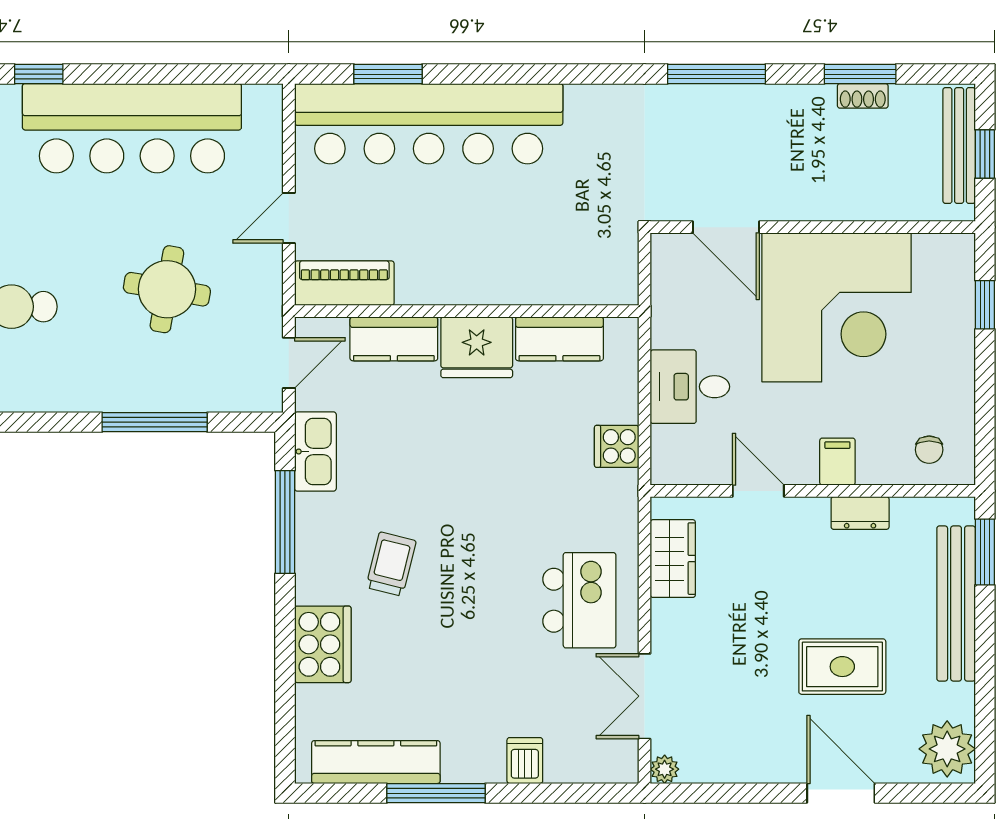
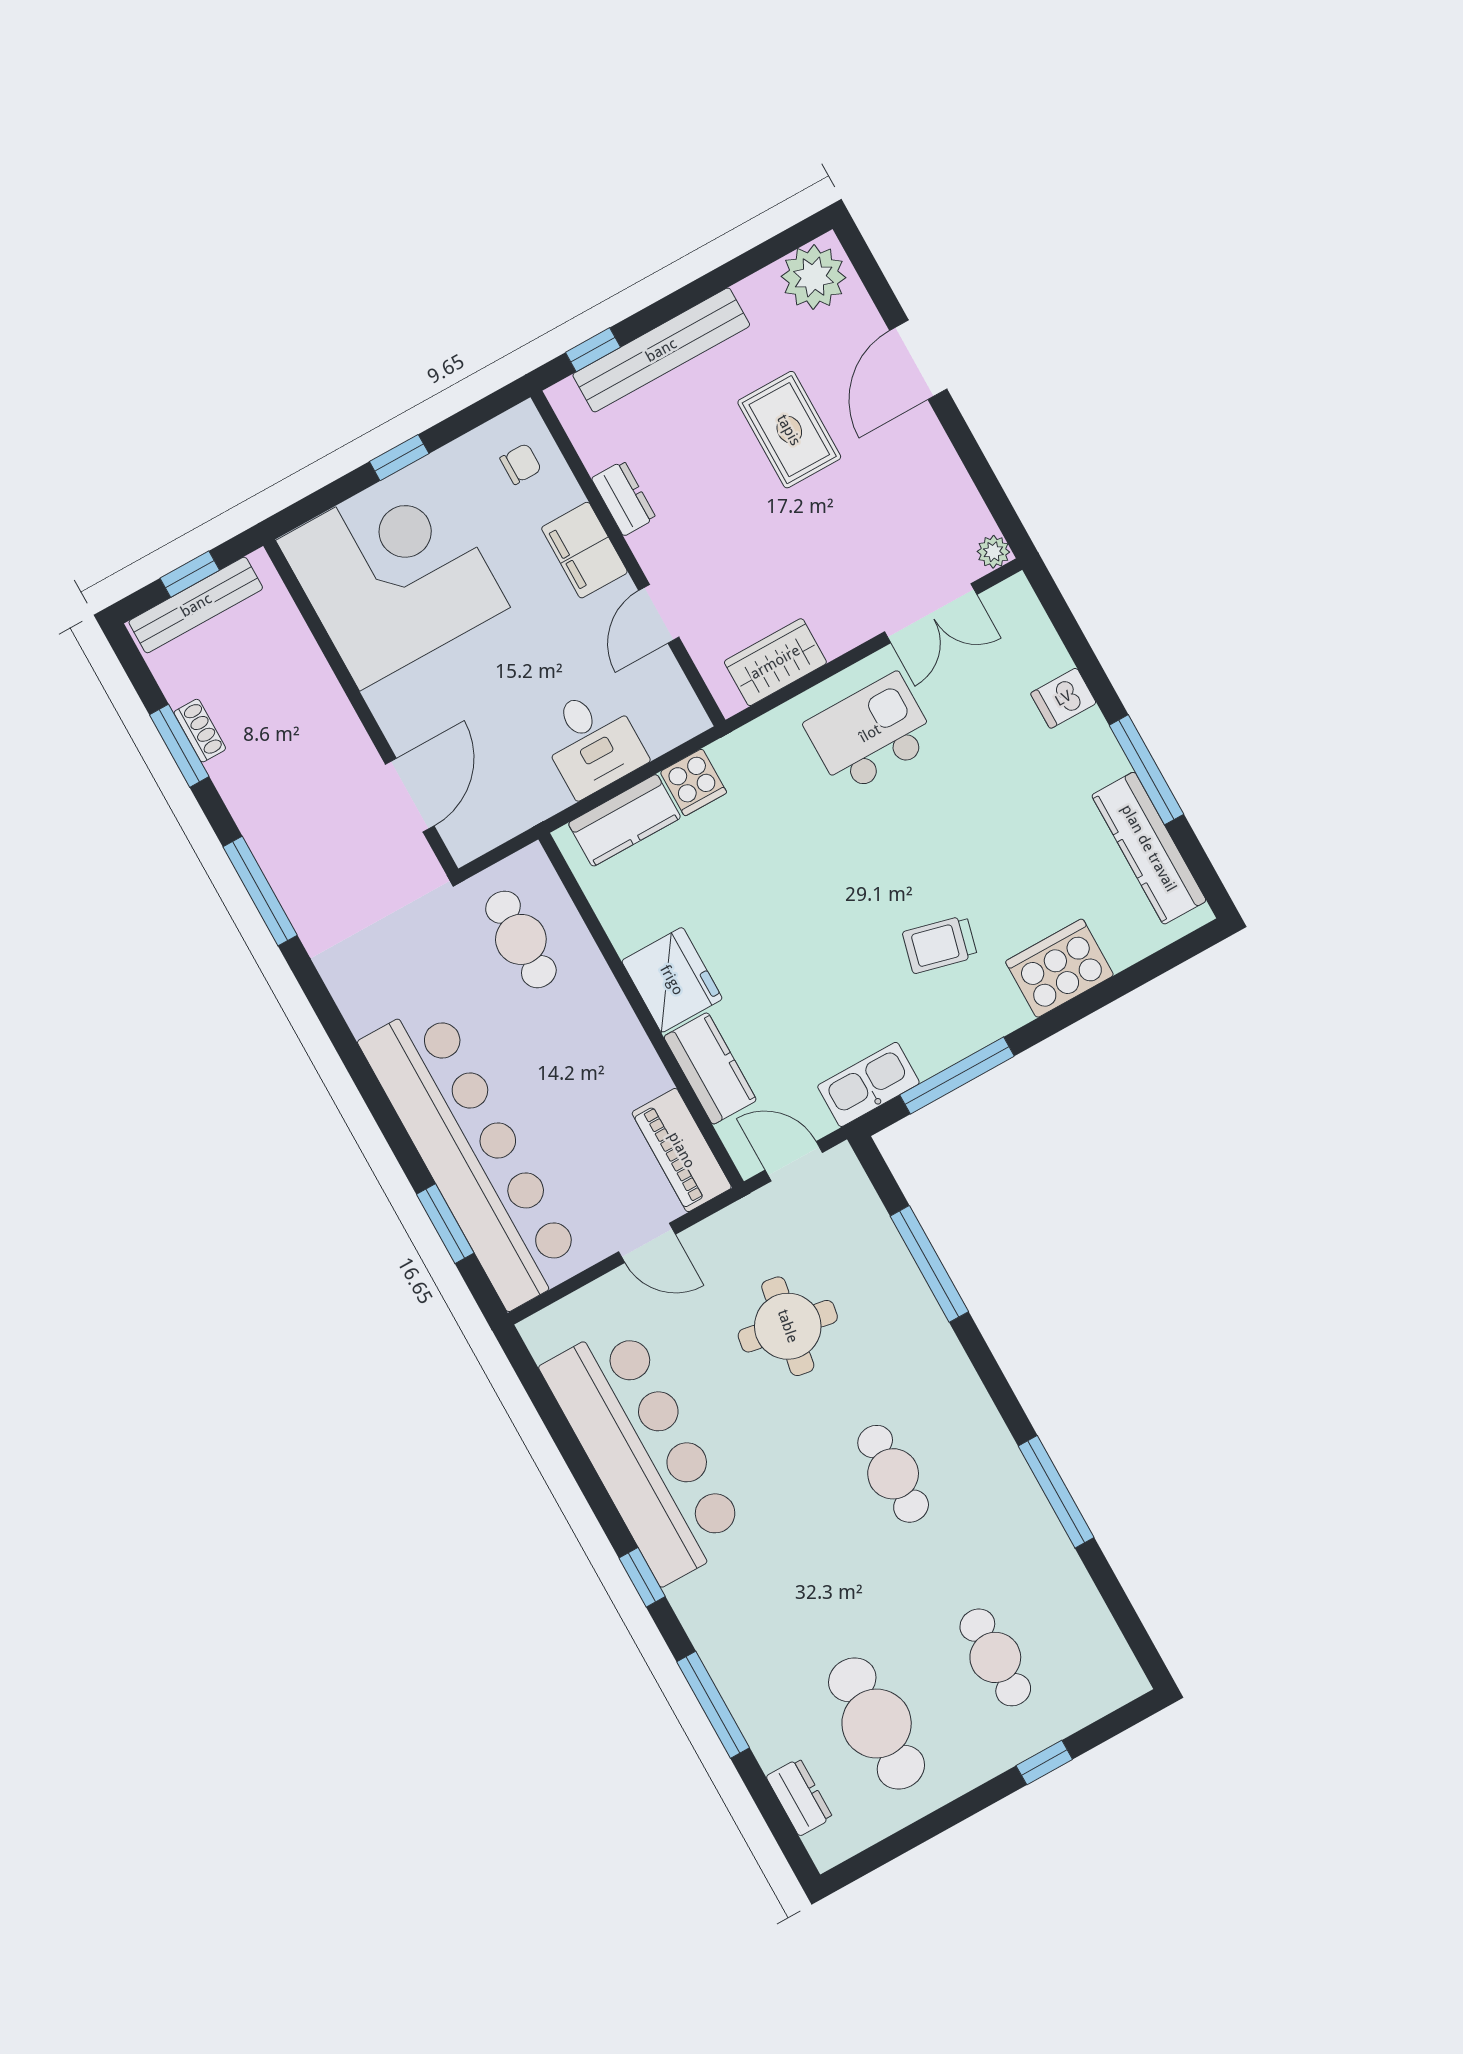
cafe table: (571, 250) -> (521, 939), added
window: (985, 305) -> (399, 458), moved
corner desk: (837, 307) -> (393, 574), moved
kitchen counter: (559, 339) -> (625, 820), moved, turned 90
filing cabinet: (837, 462) -> (584, 550), width x2.00
window: (985, 552) -> (593, 350), width x0.67

